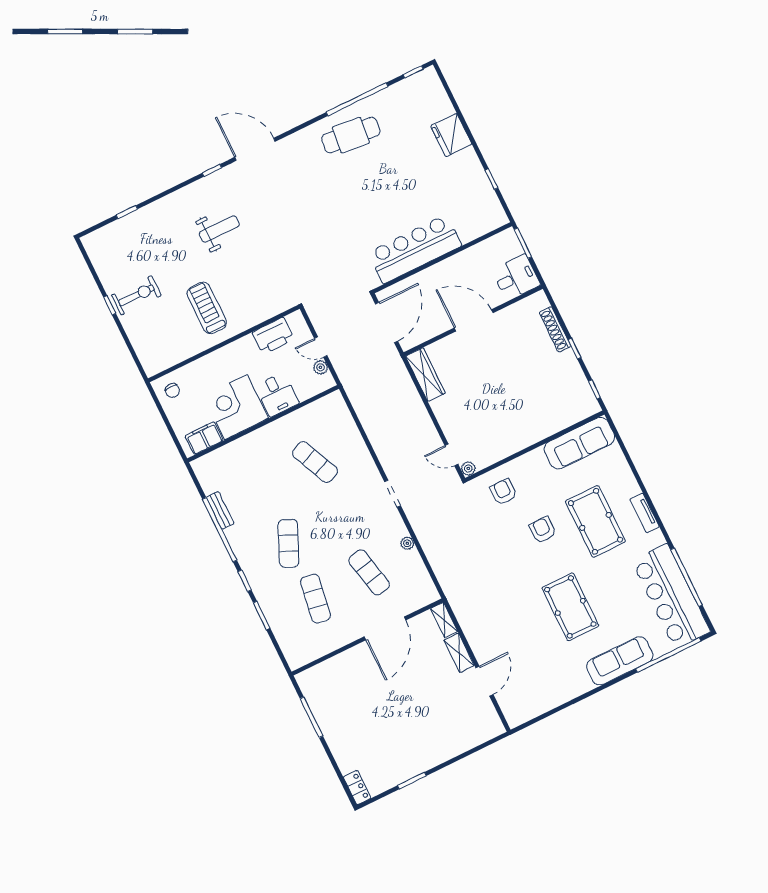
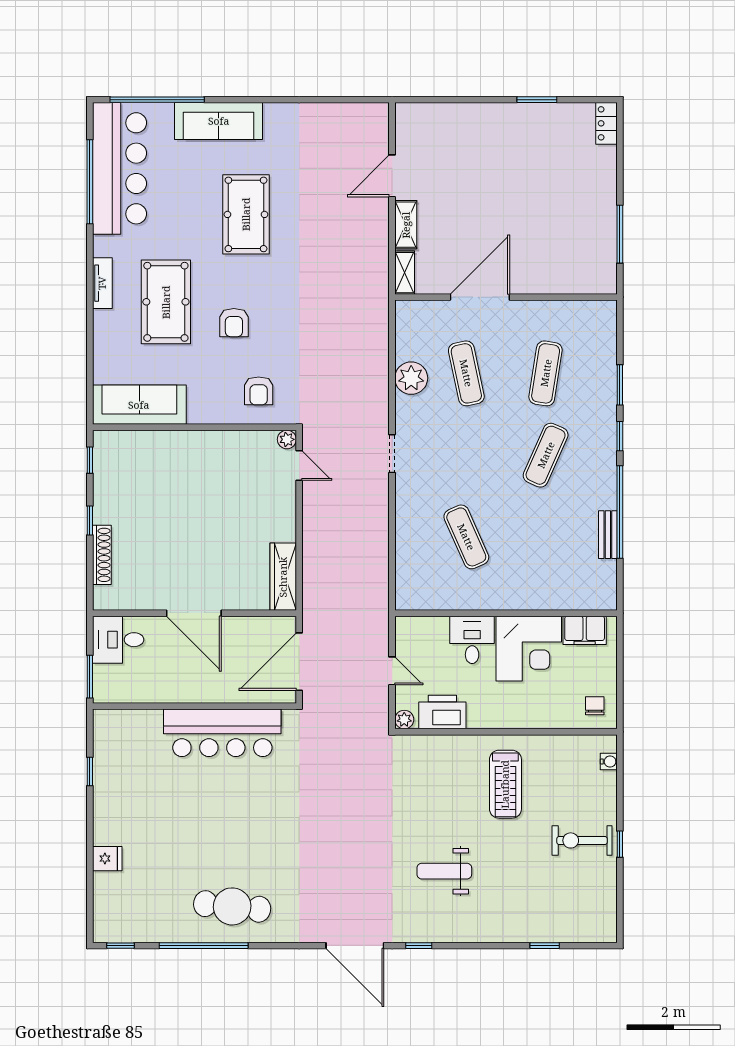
fridge: (451, 135) -> (107, 859), width x0.53, depth x0.75
water cooler: (144, 357) -> (609, 762), added
plant: (321, 367) -> (404, 720), moved
plant: (407, 543) -> (411, 378), width x1.88, depth x1.88

